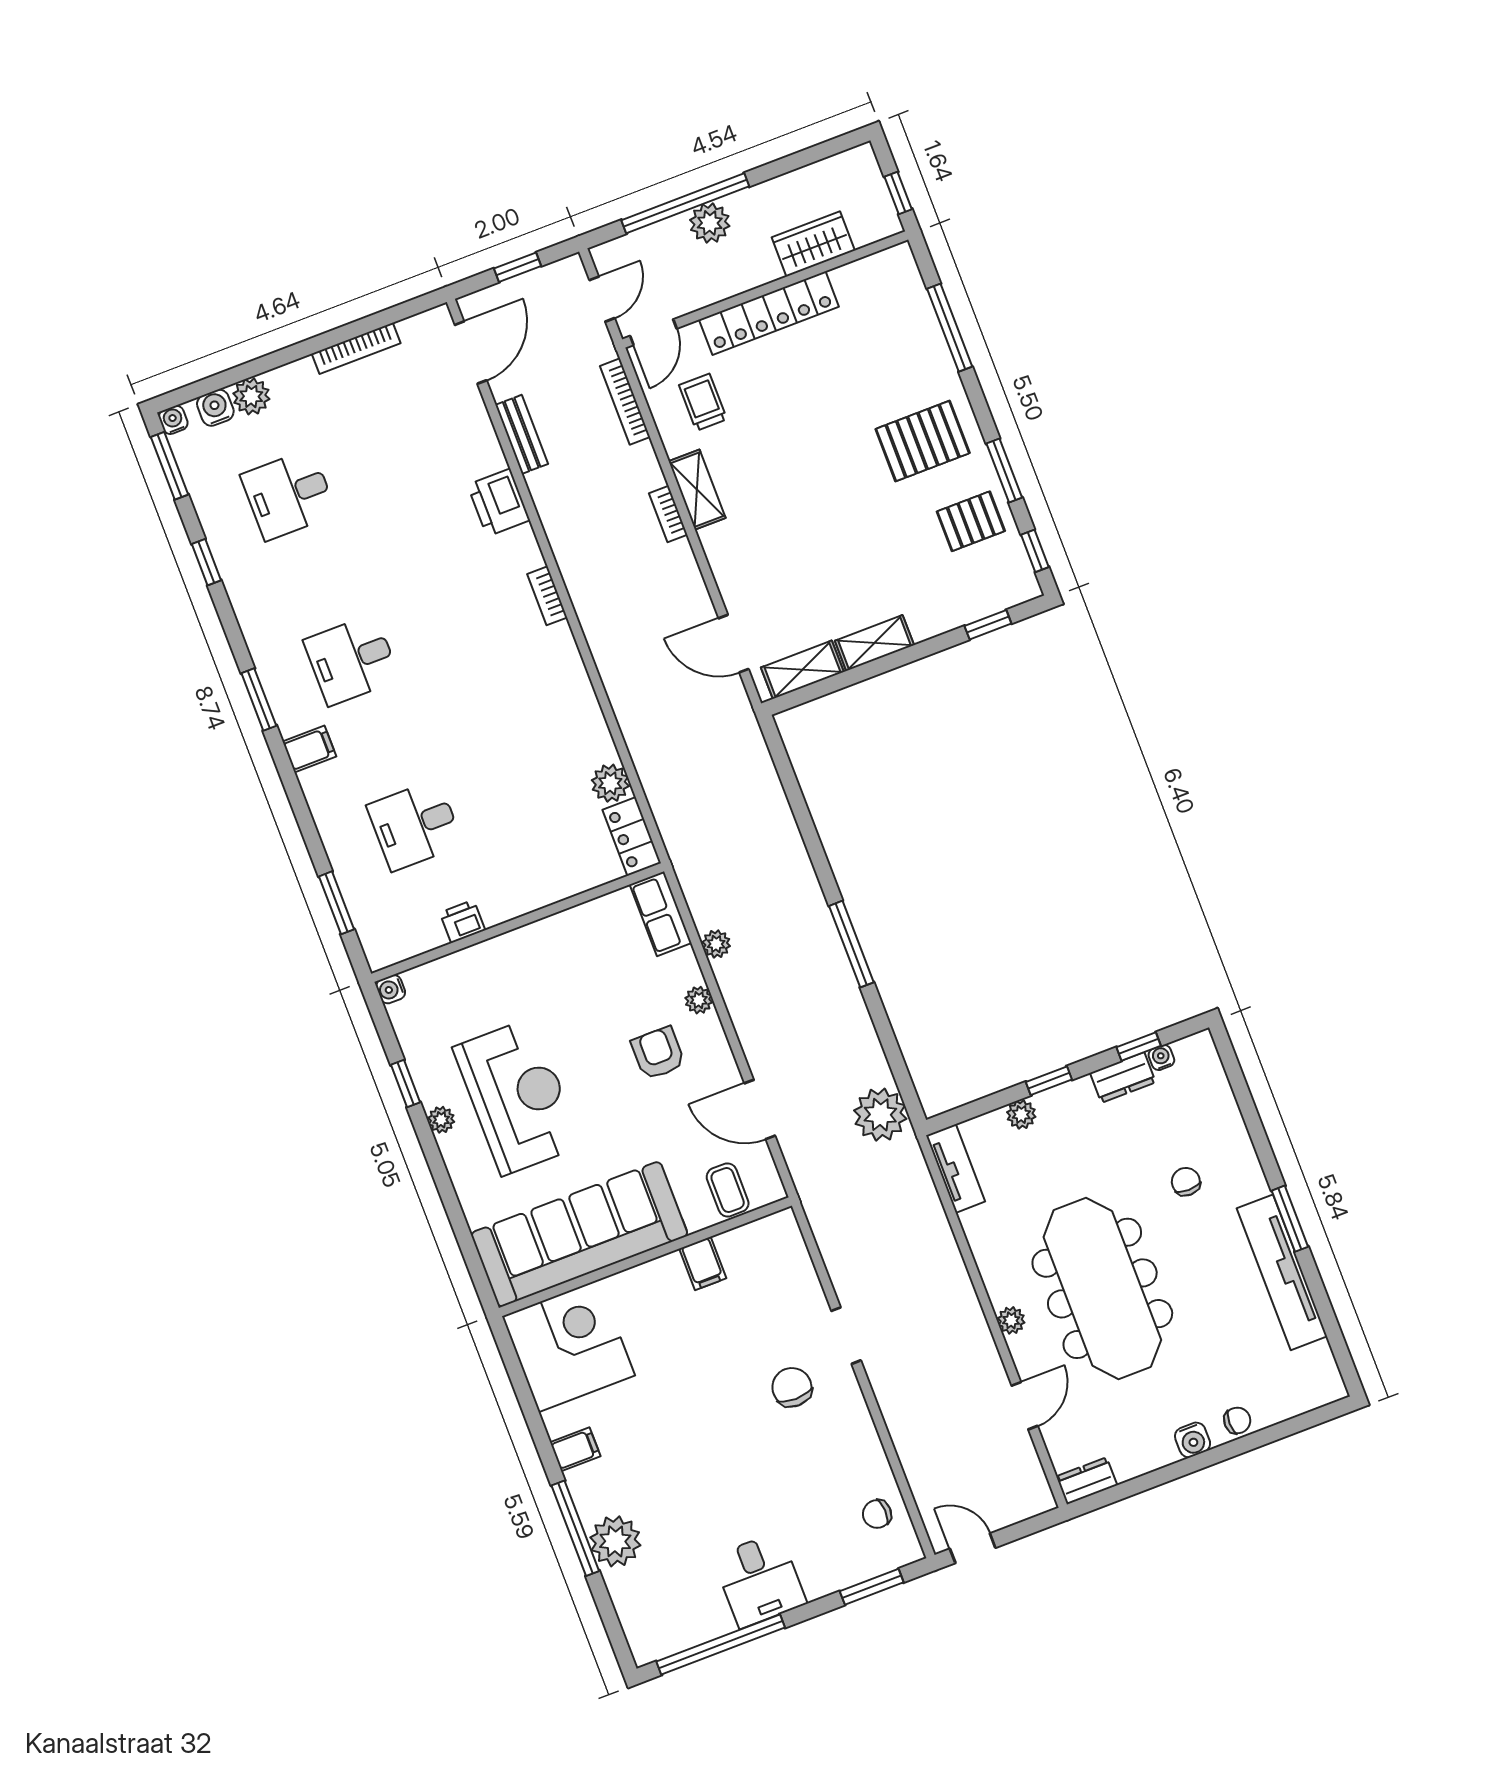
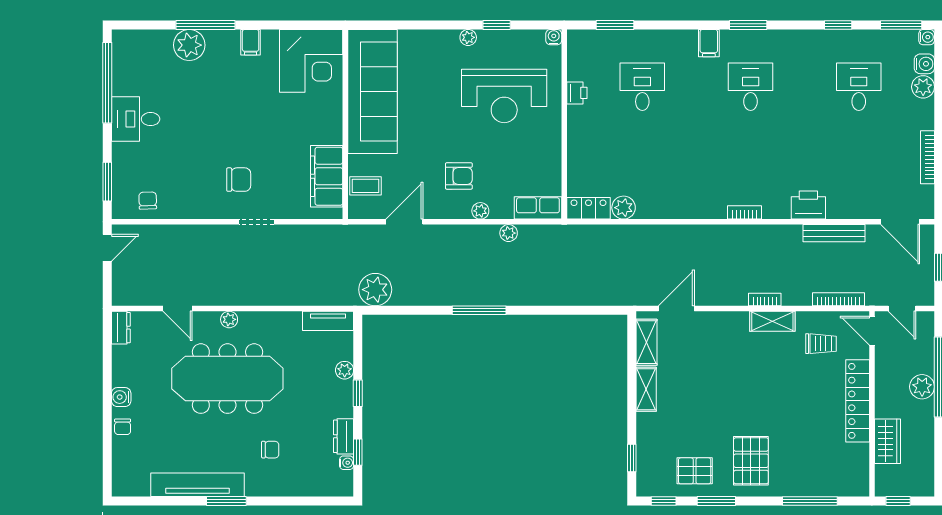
bench: (522, 434) -> (834, 233), width x1.36
pallet: (971, 521) -> (695, 471), turned 90
reception desk: (517, 1097) -> (504, 96), moved
filing cabinet: (703, 1263) -> (327, 176), width x3.00, depth x1.17

